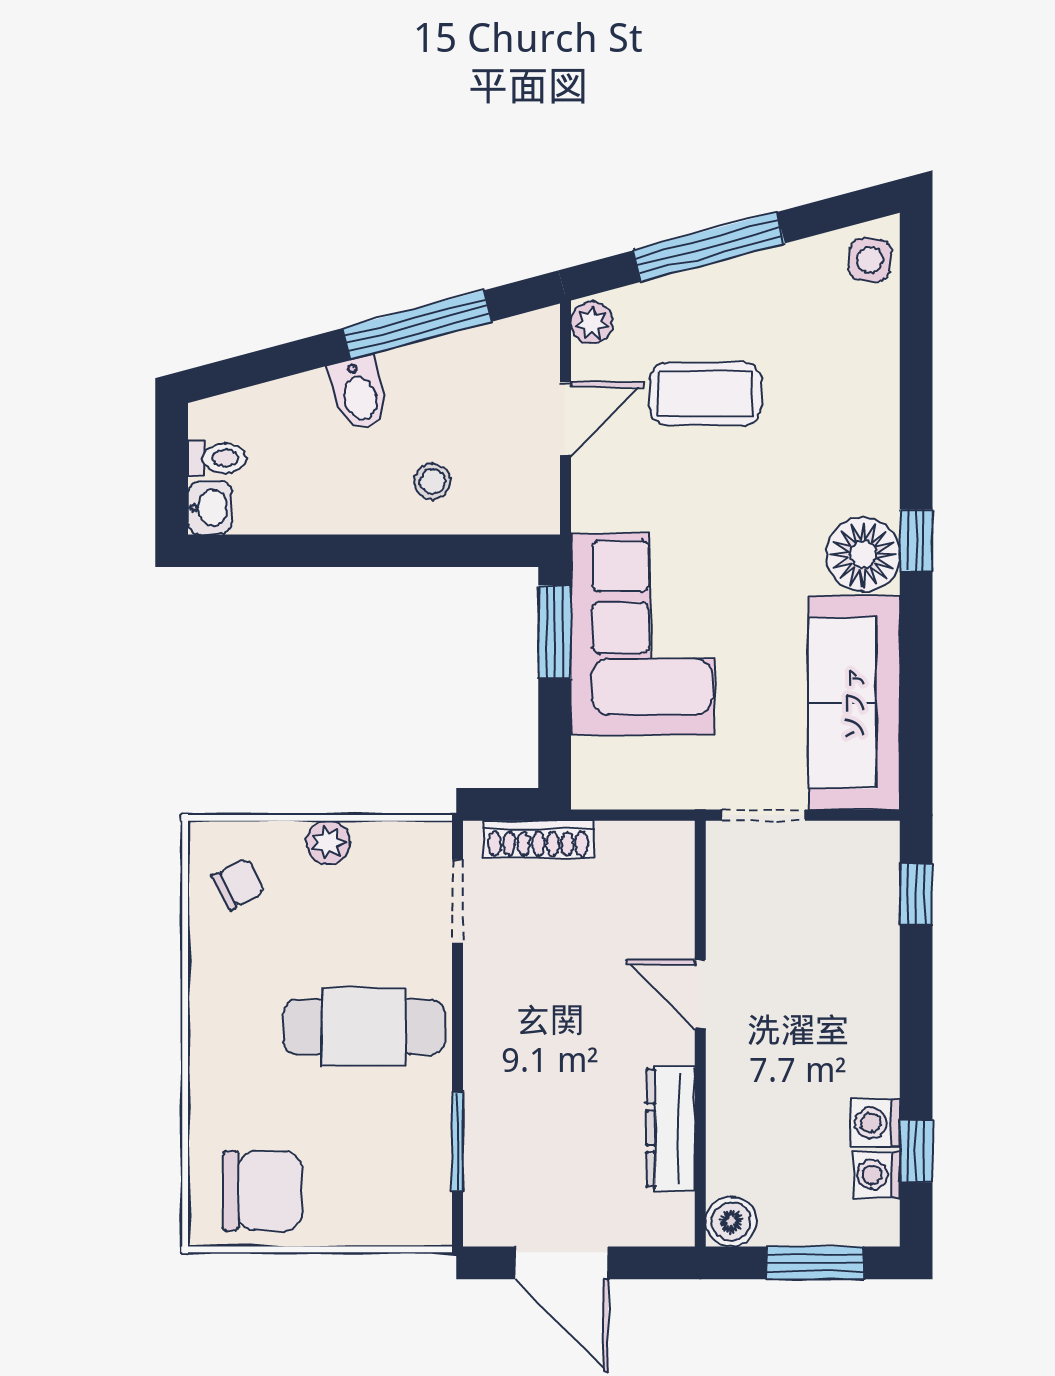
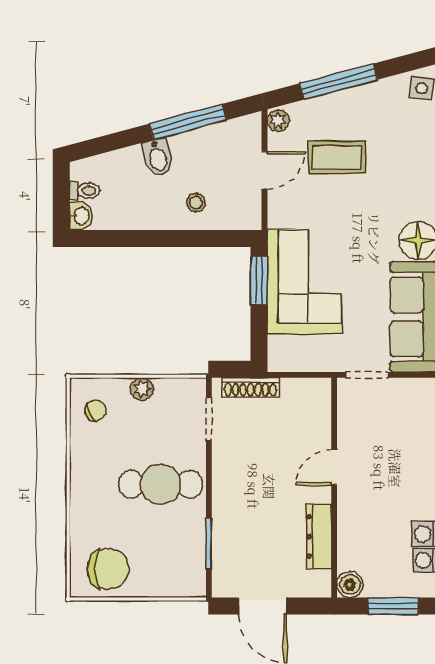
door: (700, 994) -> (334, 467), hinge flipped

